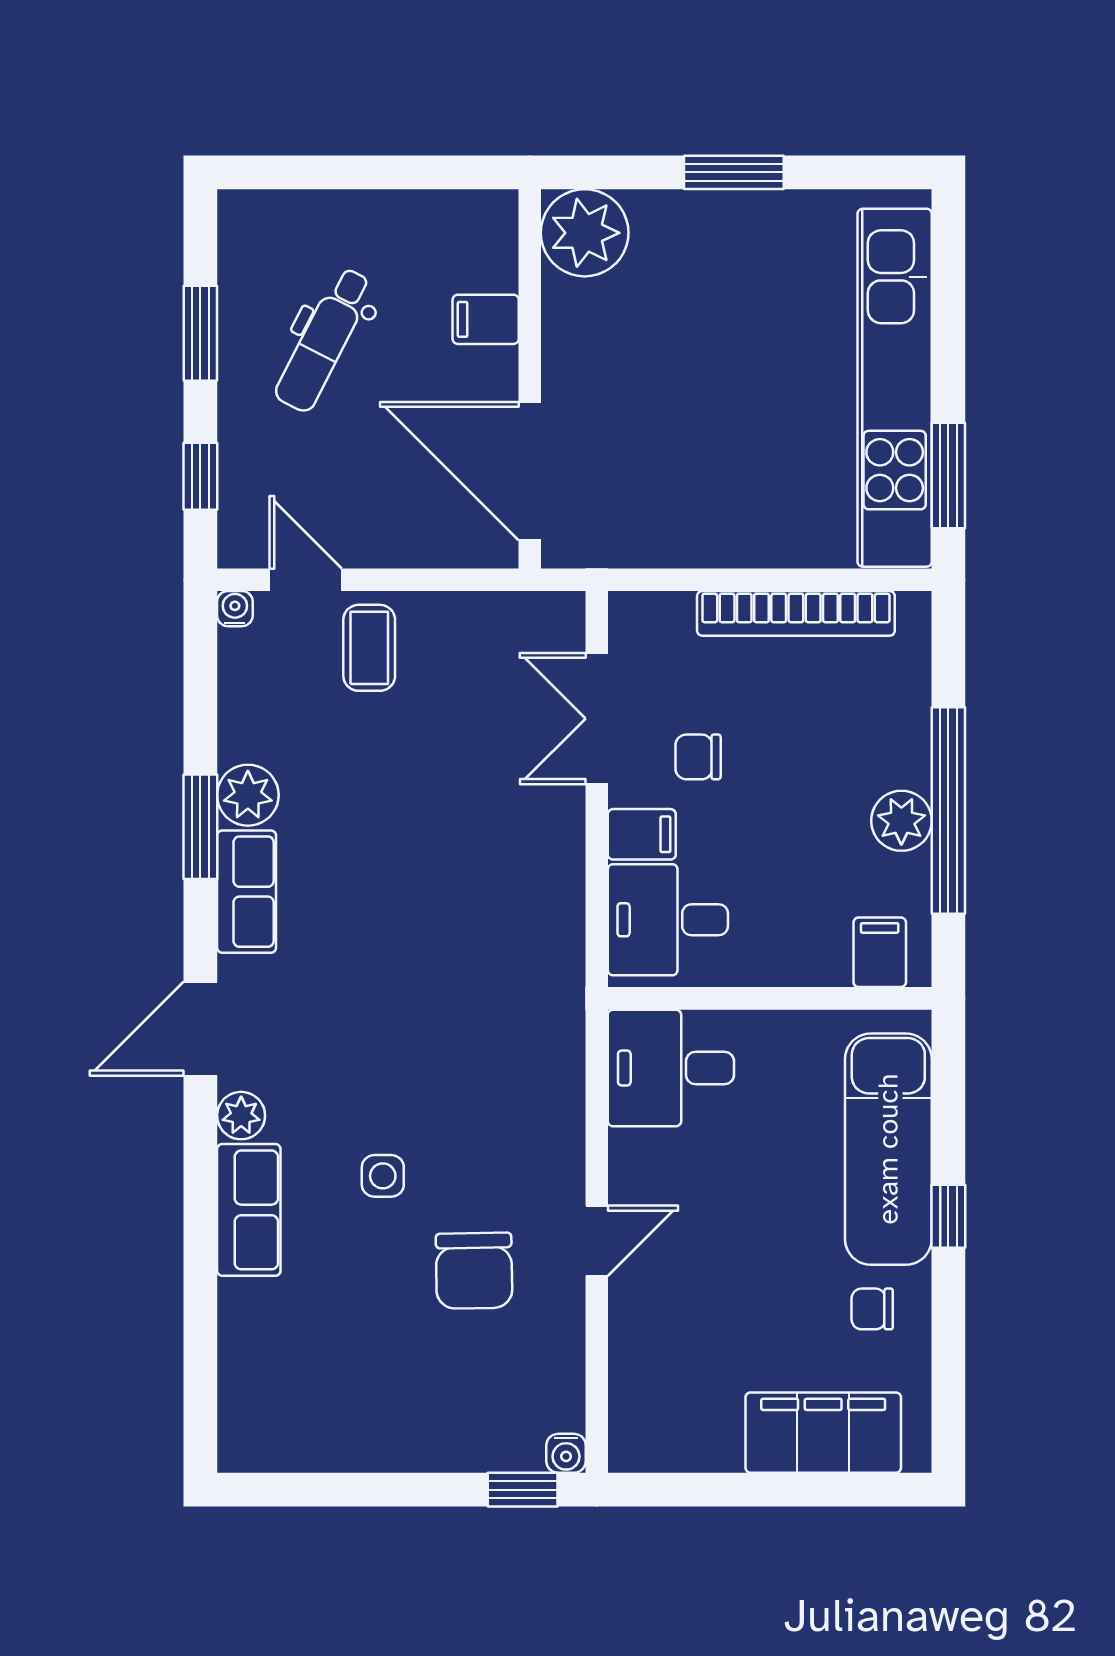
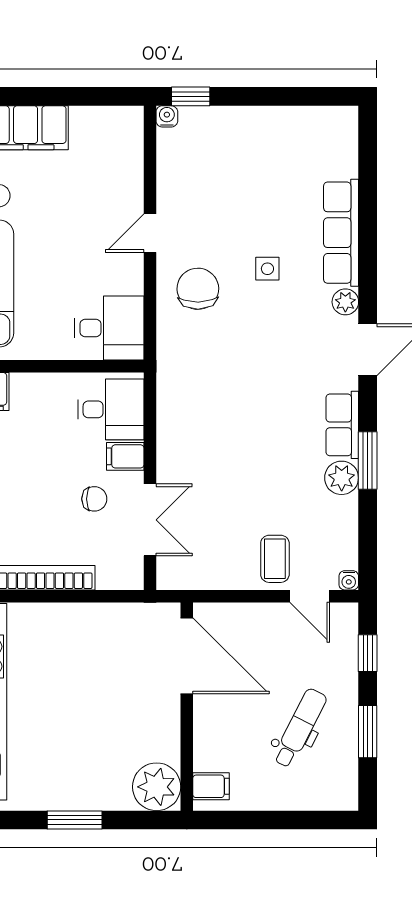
filing cabinet: (486, 319) -> (211, 786), moved
row of seats: (249, 1210) -> (341, 233), width x1.48
chair: (474, 1271) -> (198, 289), moved

